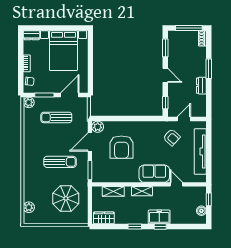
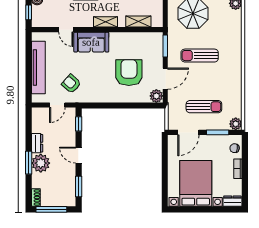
plant: (198, 68) -> (41, 163), added

